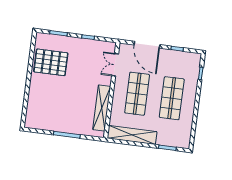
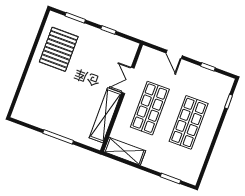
door: (147, 45) -> (174, 54), width x0.53
pallet: (51, 62) -> (59, 49), turned 90
double door: (115, 65) -> (128, 80), moved
shelving: (132, 135) -> (125, 151), width x0.68

